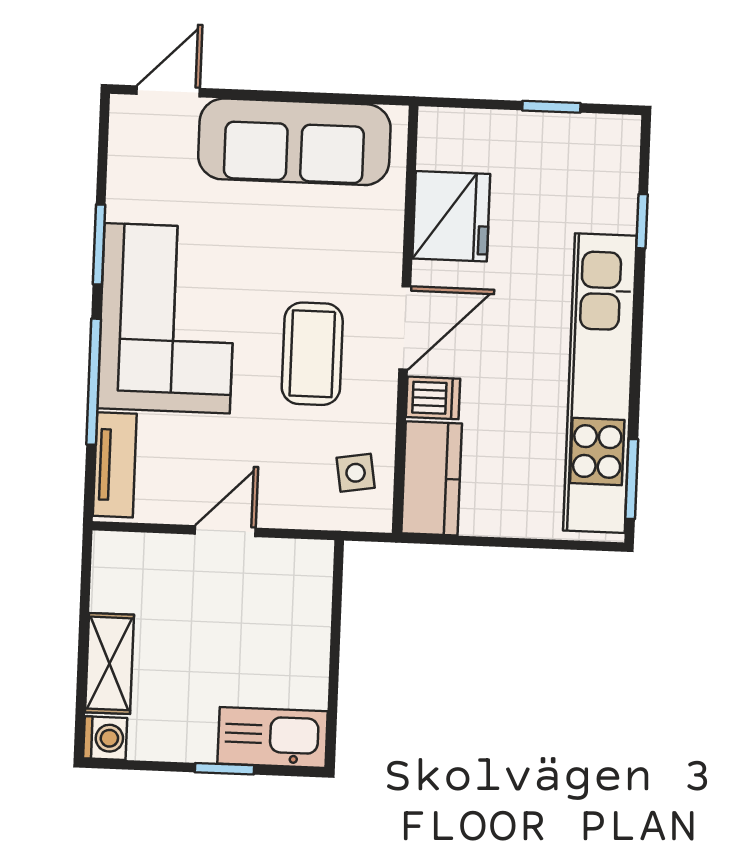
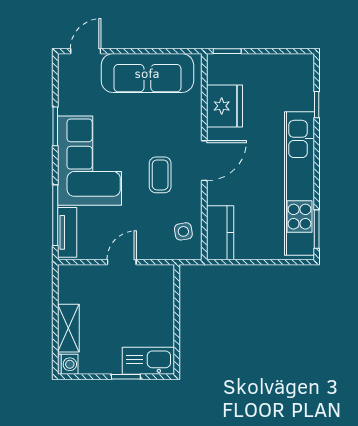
window: (551, 107) -> (227, 51), moved
coffee table: (312, 354) -> (160, 175), width x0.73, depth x0.77
window: (94, 382) -> (55, 215), moved
dishwasher: (433, 398) -> (219, 194), removed

